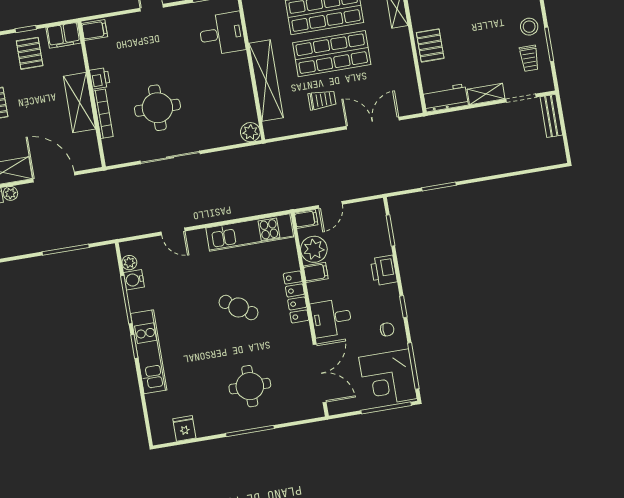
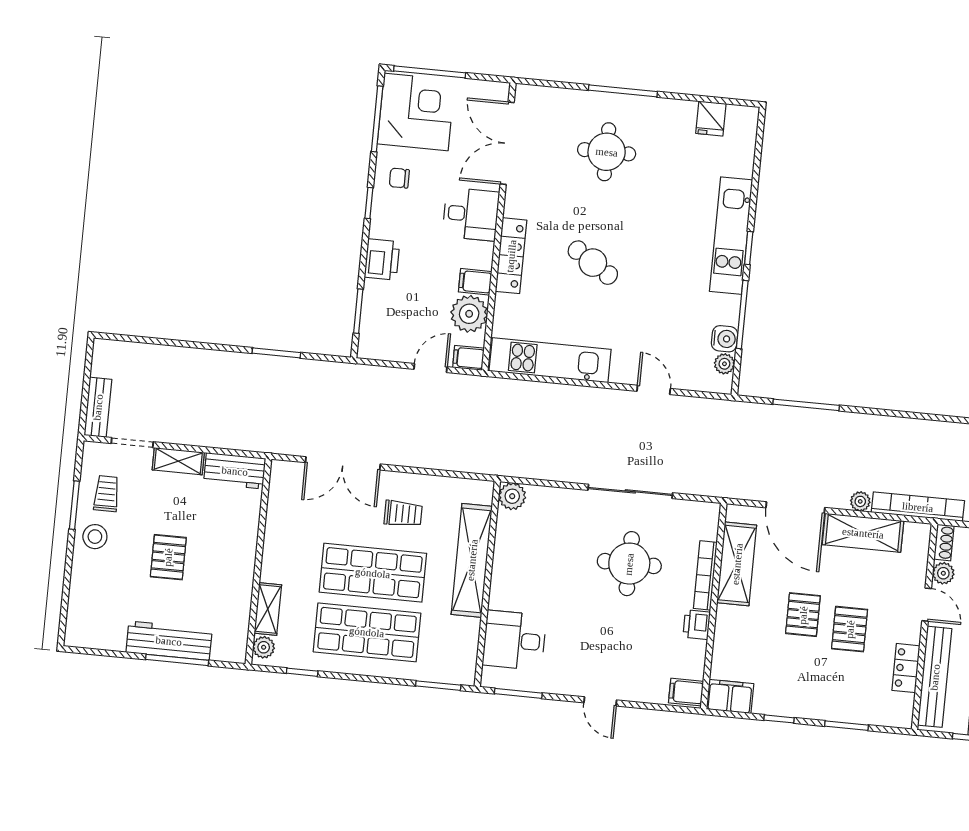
pallet: (430, 45) -> (168, 557), moved
pallet: (30, 53) -> (803, 615), moved
trolley: (322, 100) -> (403, 514), turned 180
shelving: (79, 103) -> (737, 564), moved

